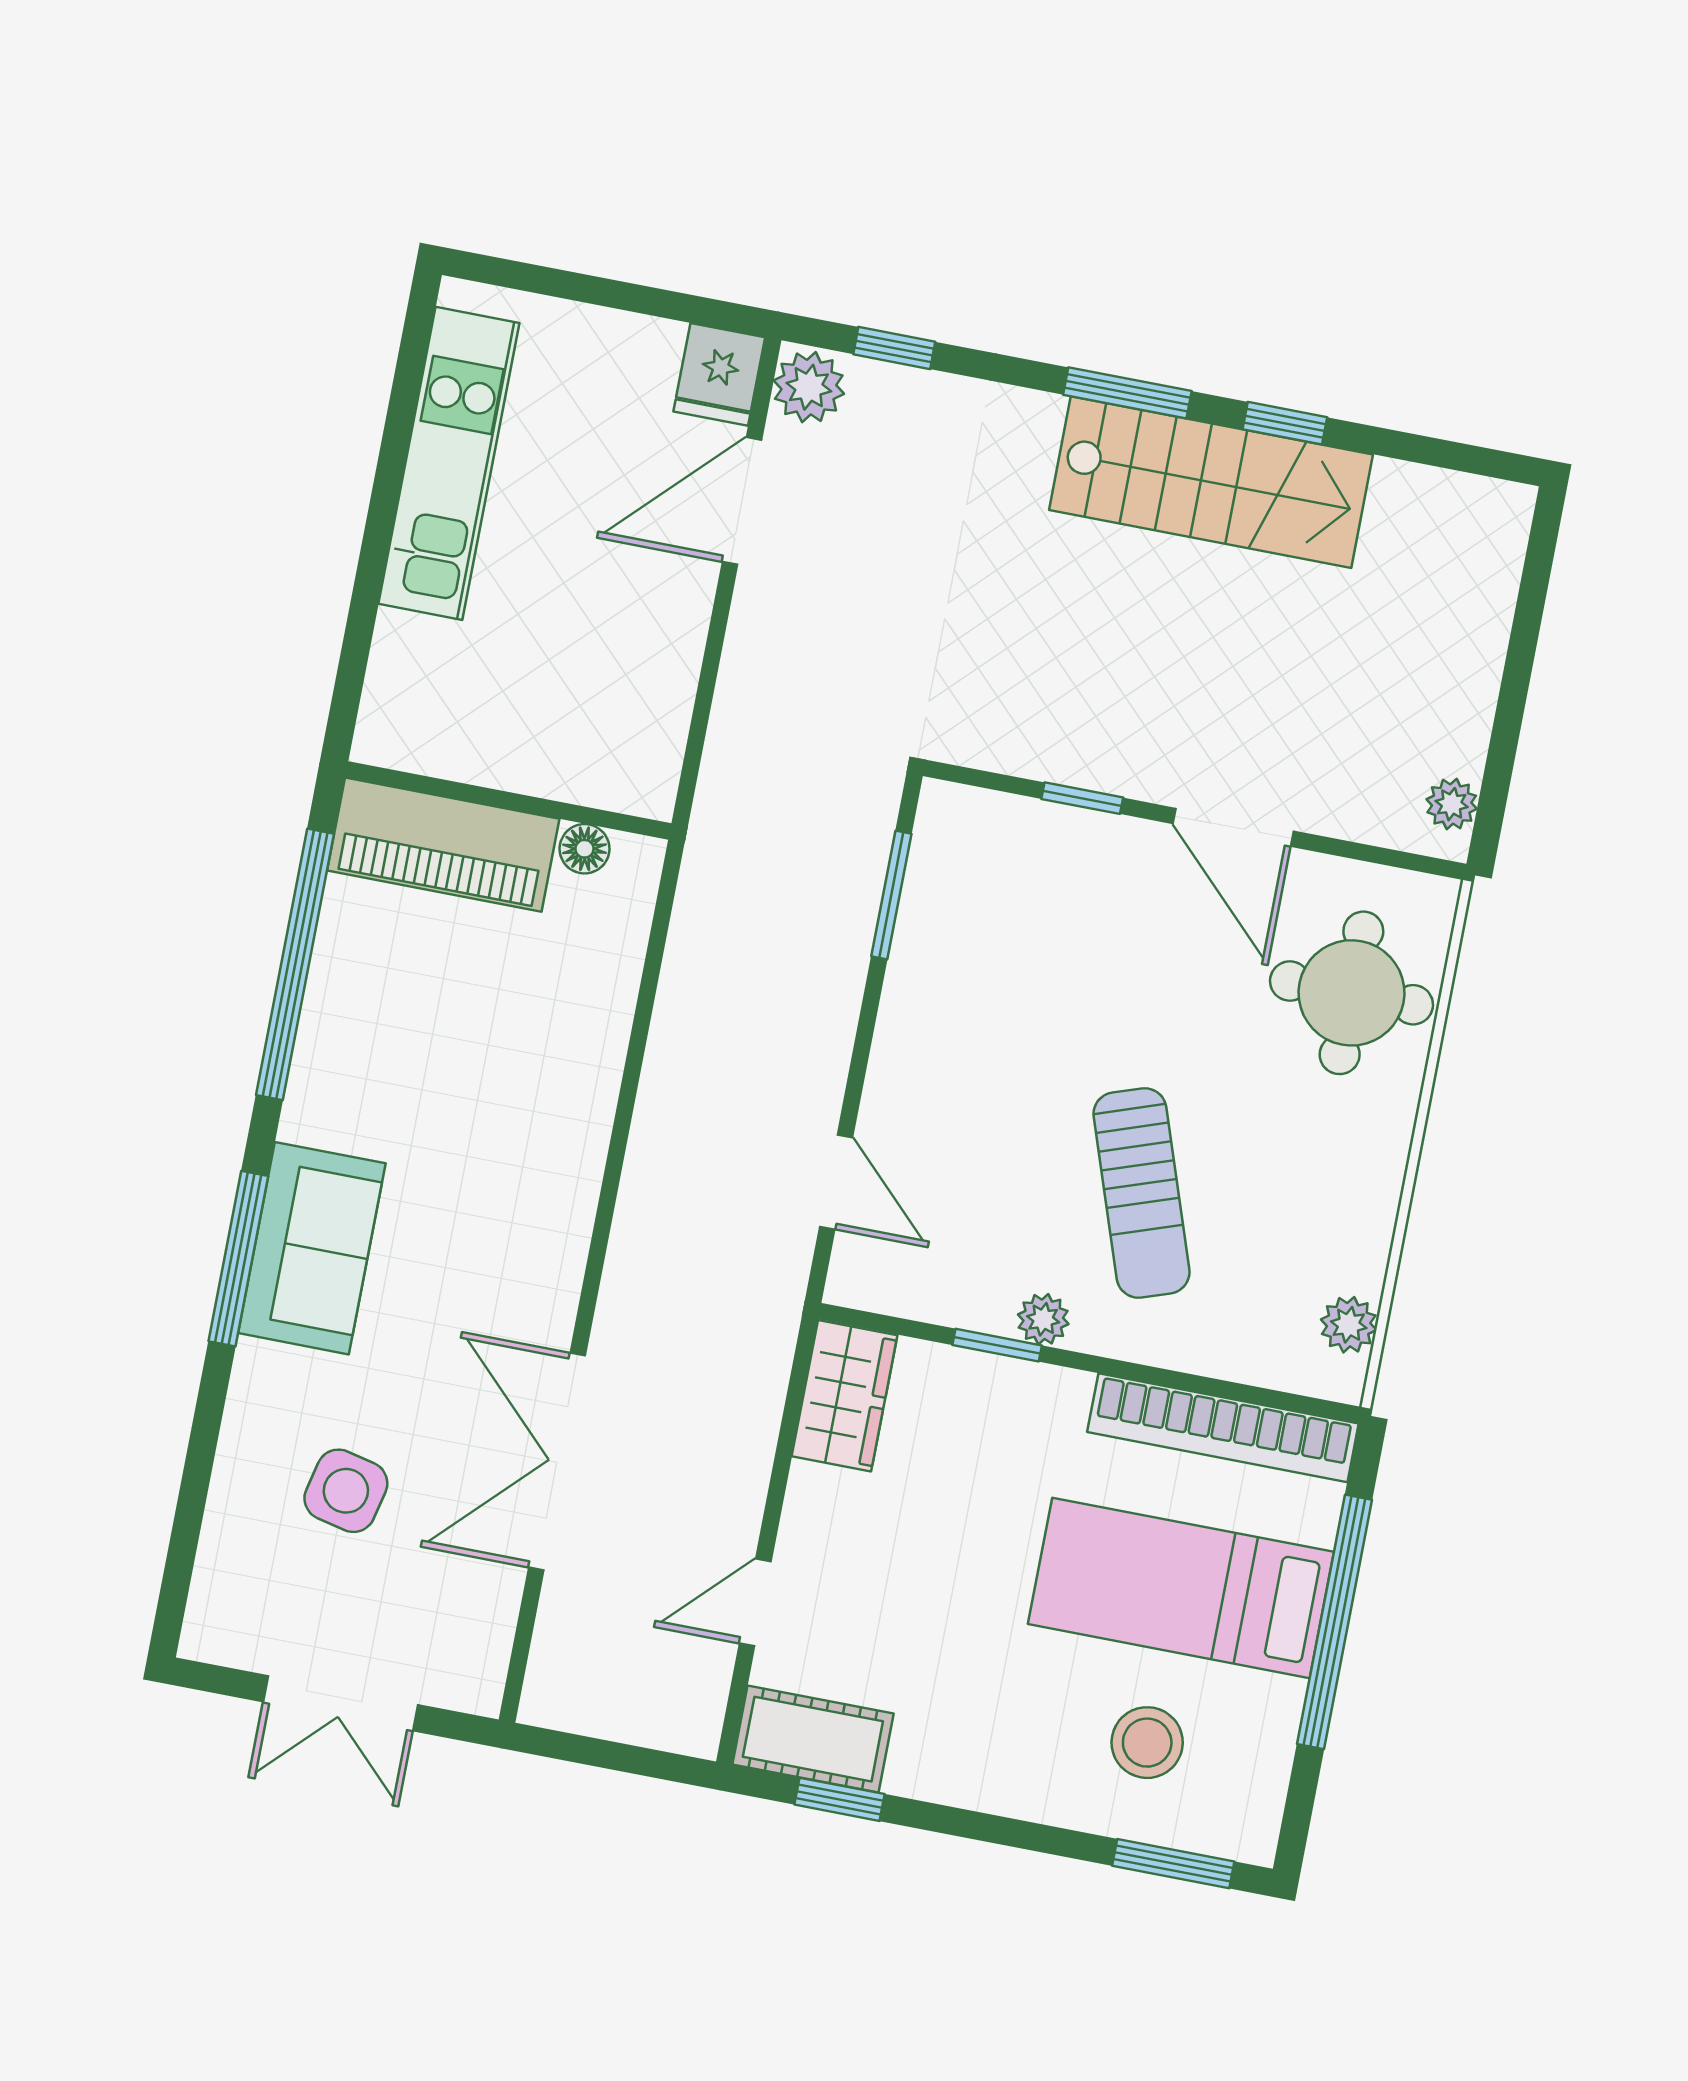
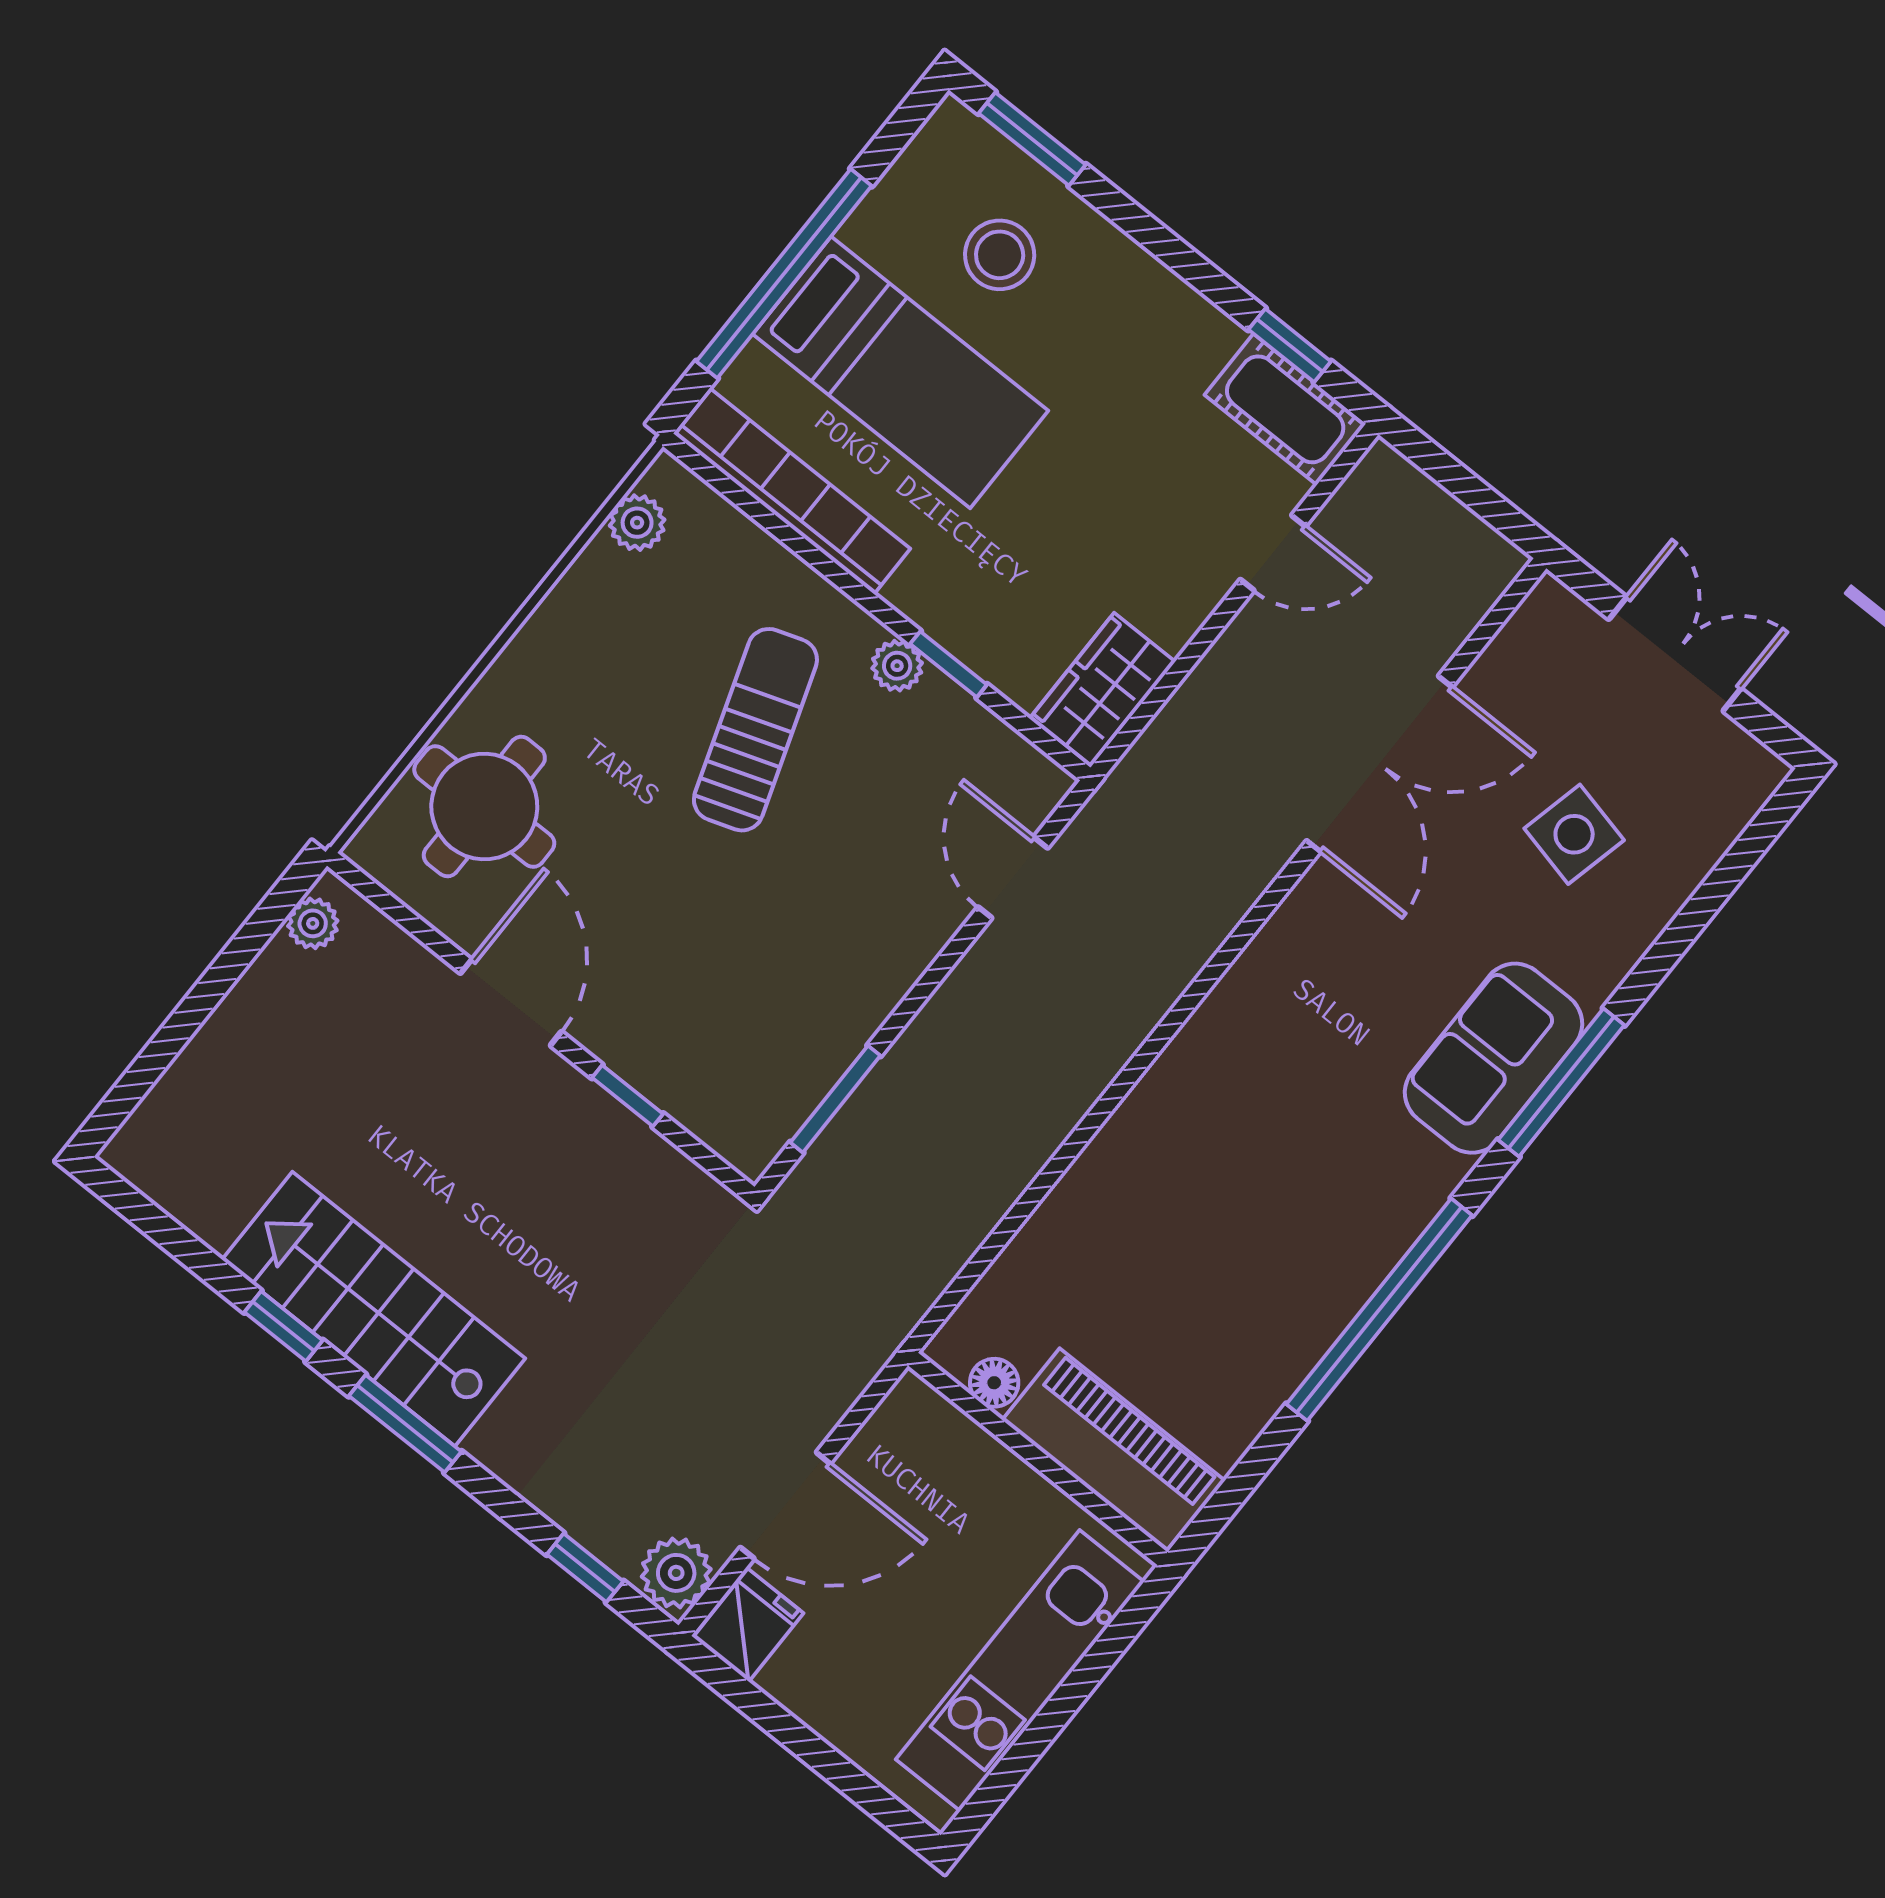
wall: (508, 800) -> (1038, 1459), moved
piano: (443, 845) -> (1114, 1450), moved
floor lamp: (584, 849) -> (994, 1383), moved

